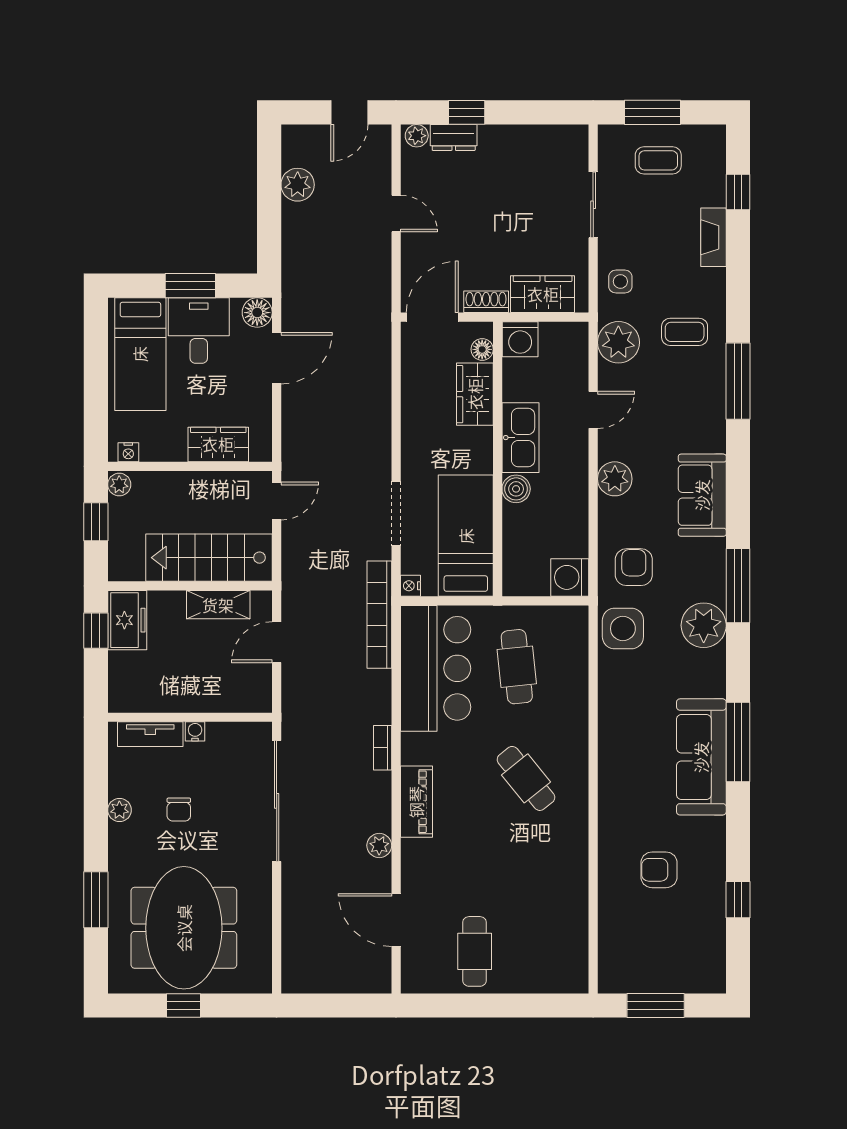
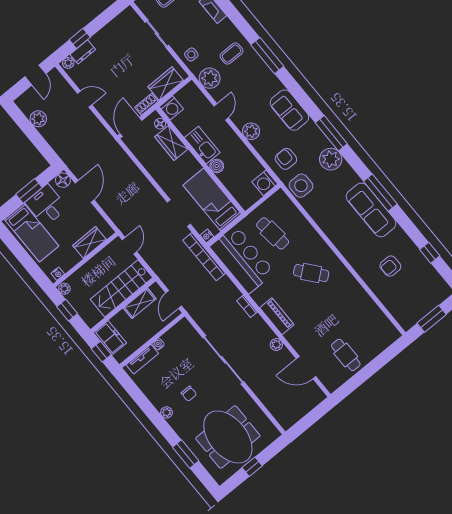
wall: (190, 717) -> (152, 340), moved
water cooler: (195, 731) -> (158, 344), moved
tv unit: (150, 734) -> (142, 359), moved

